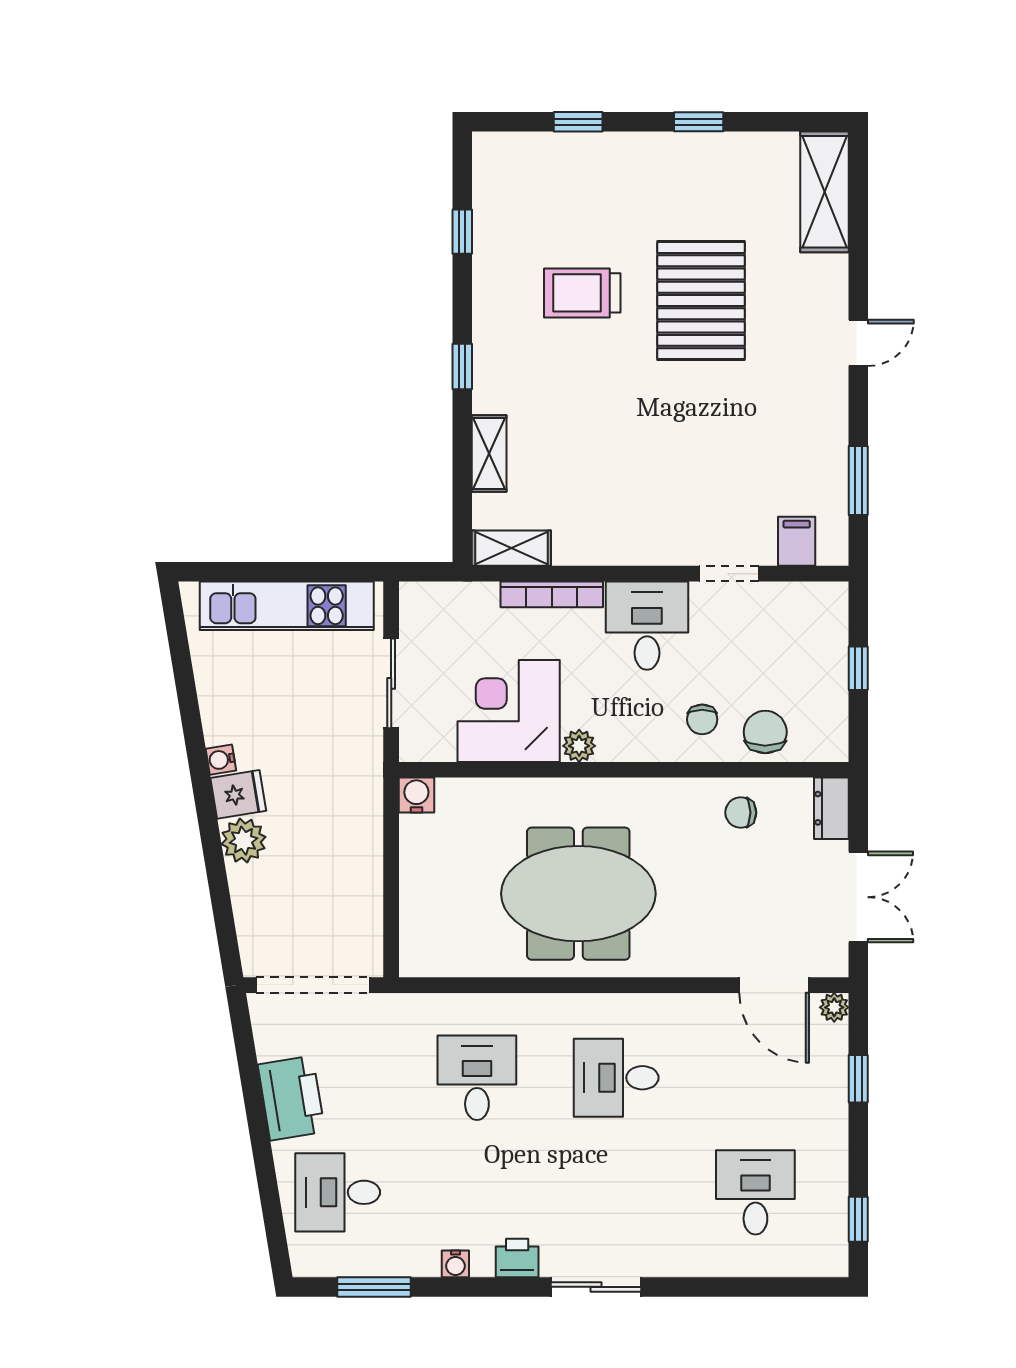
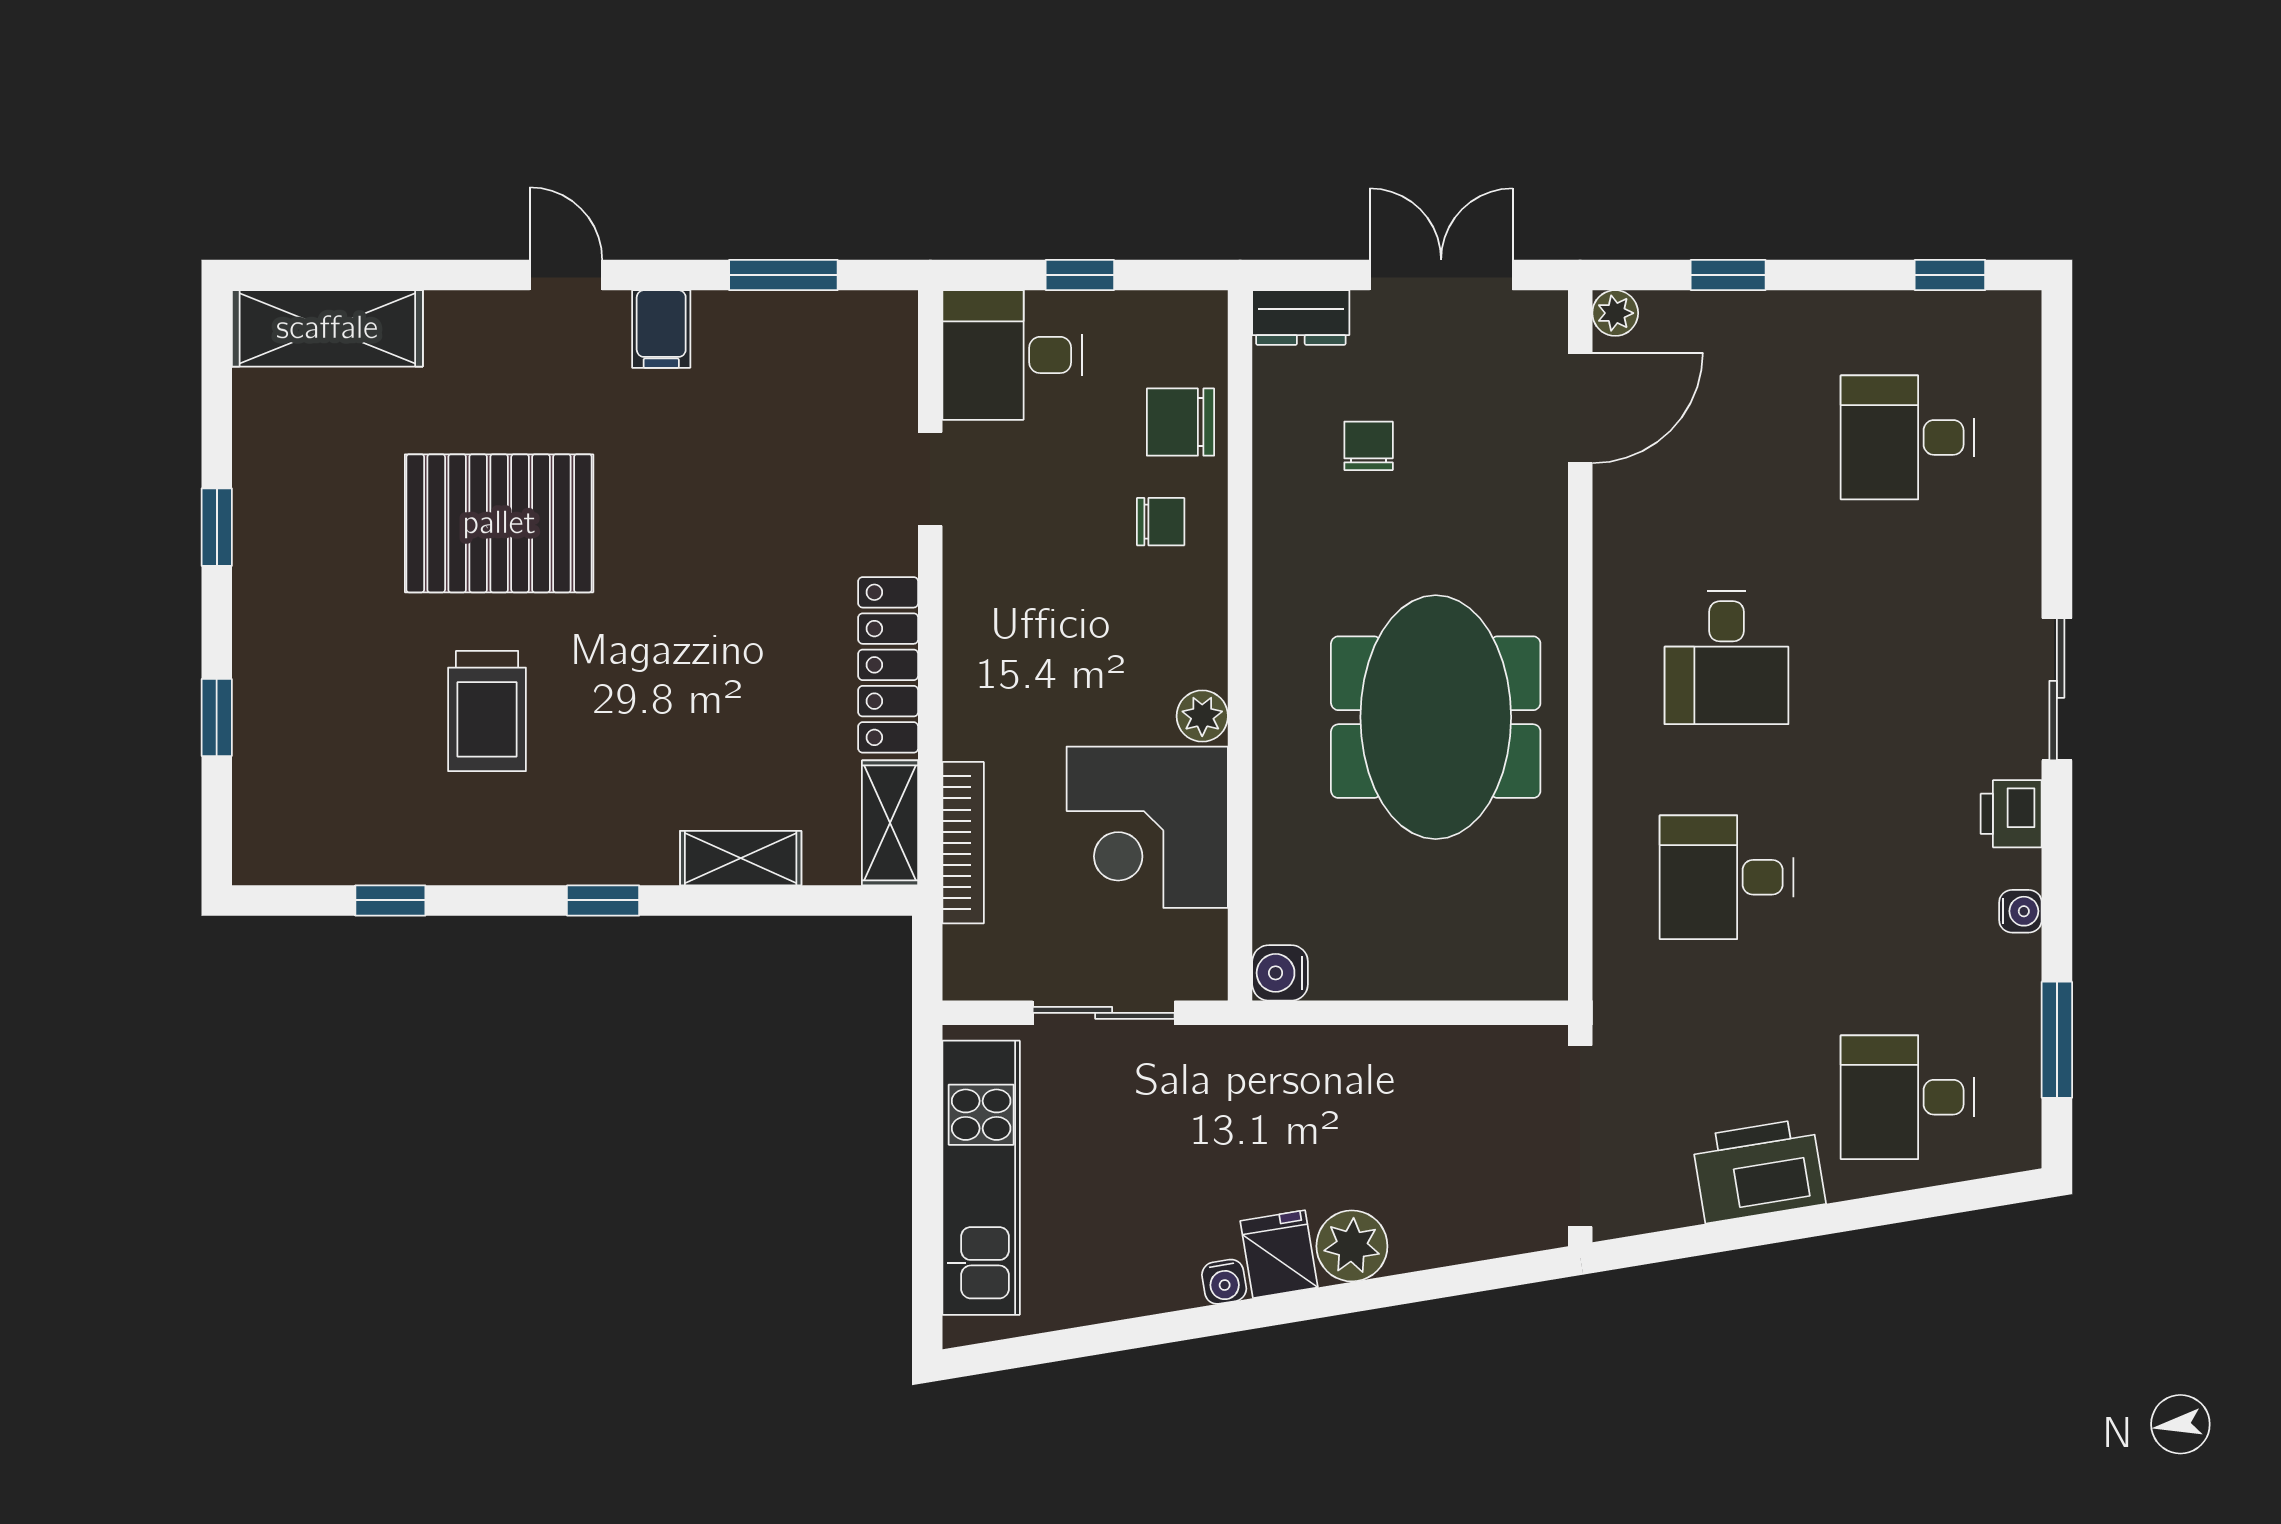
filing cabinet: (797, 541) -> (661, 329), moved, turned -90
locker: (611, 547) -> (888, 665), added
bookcase: (552, 594) -> (963, 843), moved
desk: (647, 626) -> (1012, 355), moved
chair: (741, 813) -> (1369, 446), moved, turned 180
desk: (338, 1192) -> (1907, 1097), turned 90

